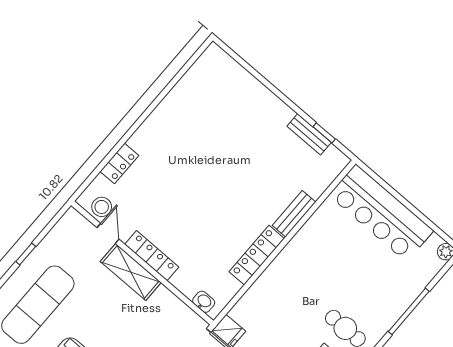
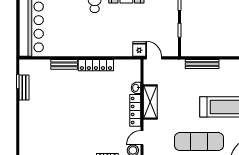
shelving: (131, 272) -> (150, 102), moved
washbasin: (204, 302) -> (136, 88), moved

